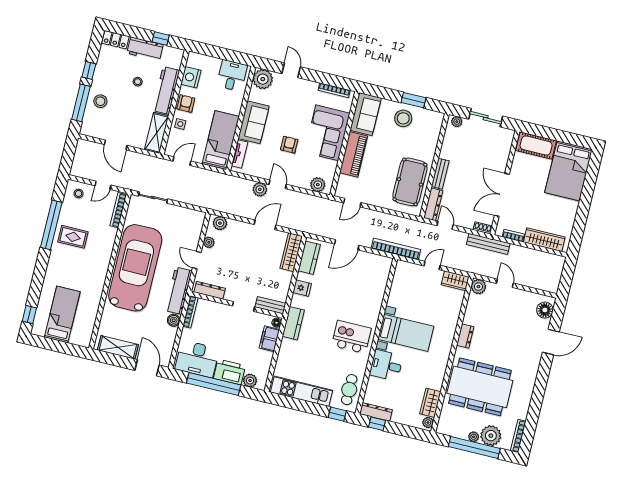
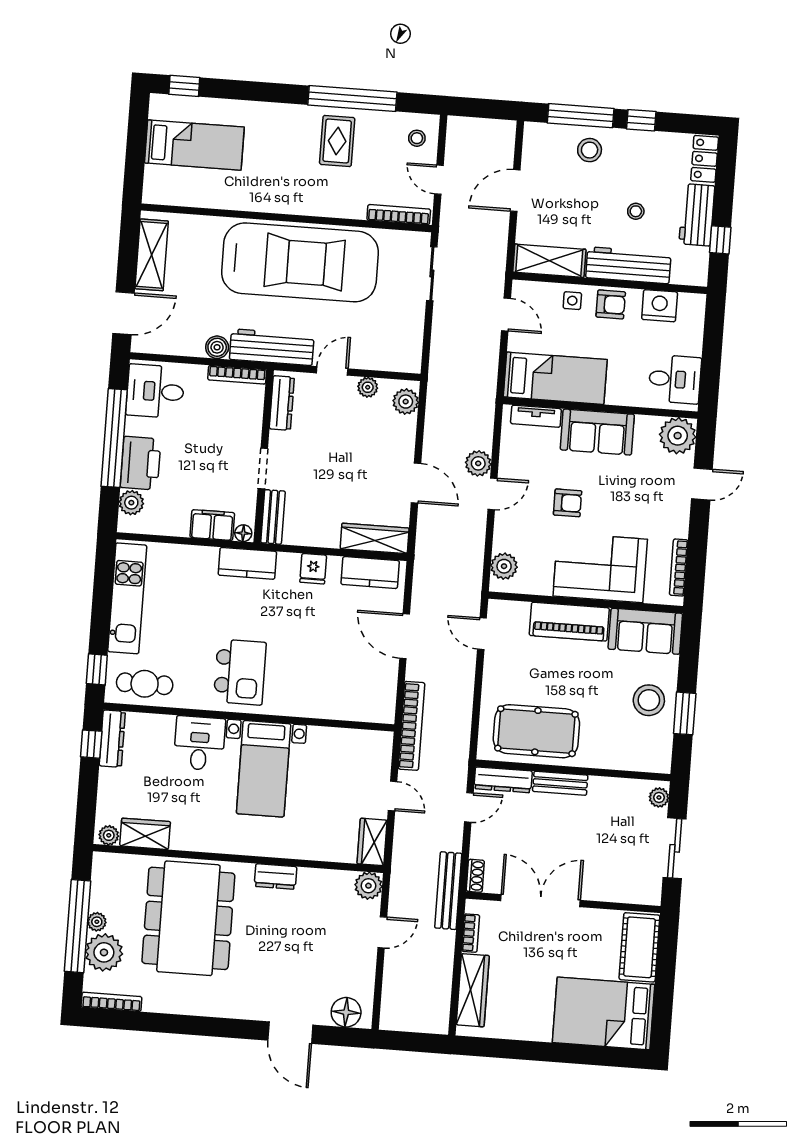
desk: (197, 359) -> (155, 391), width x0.73

